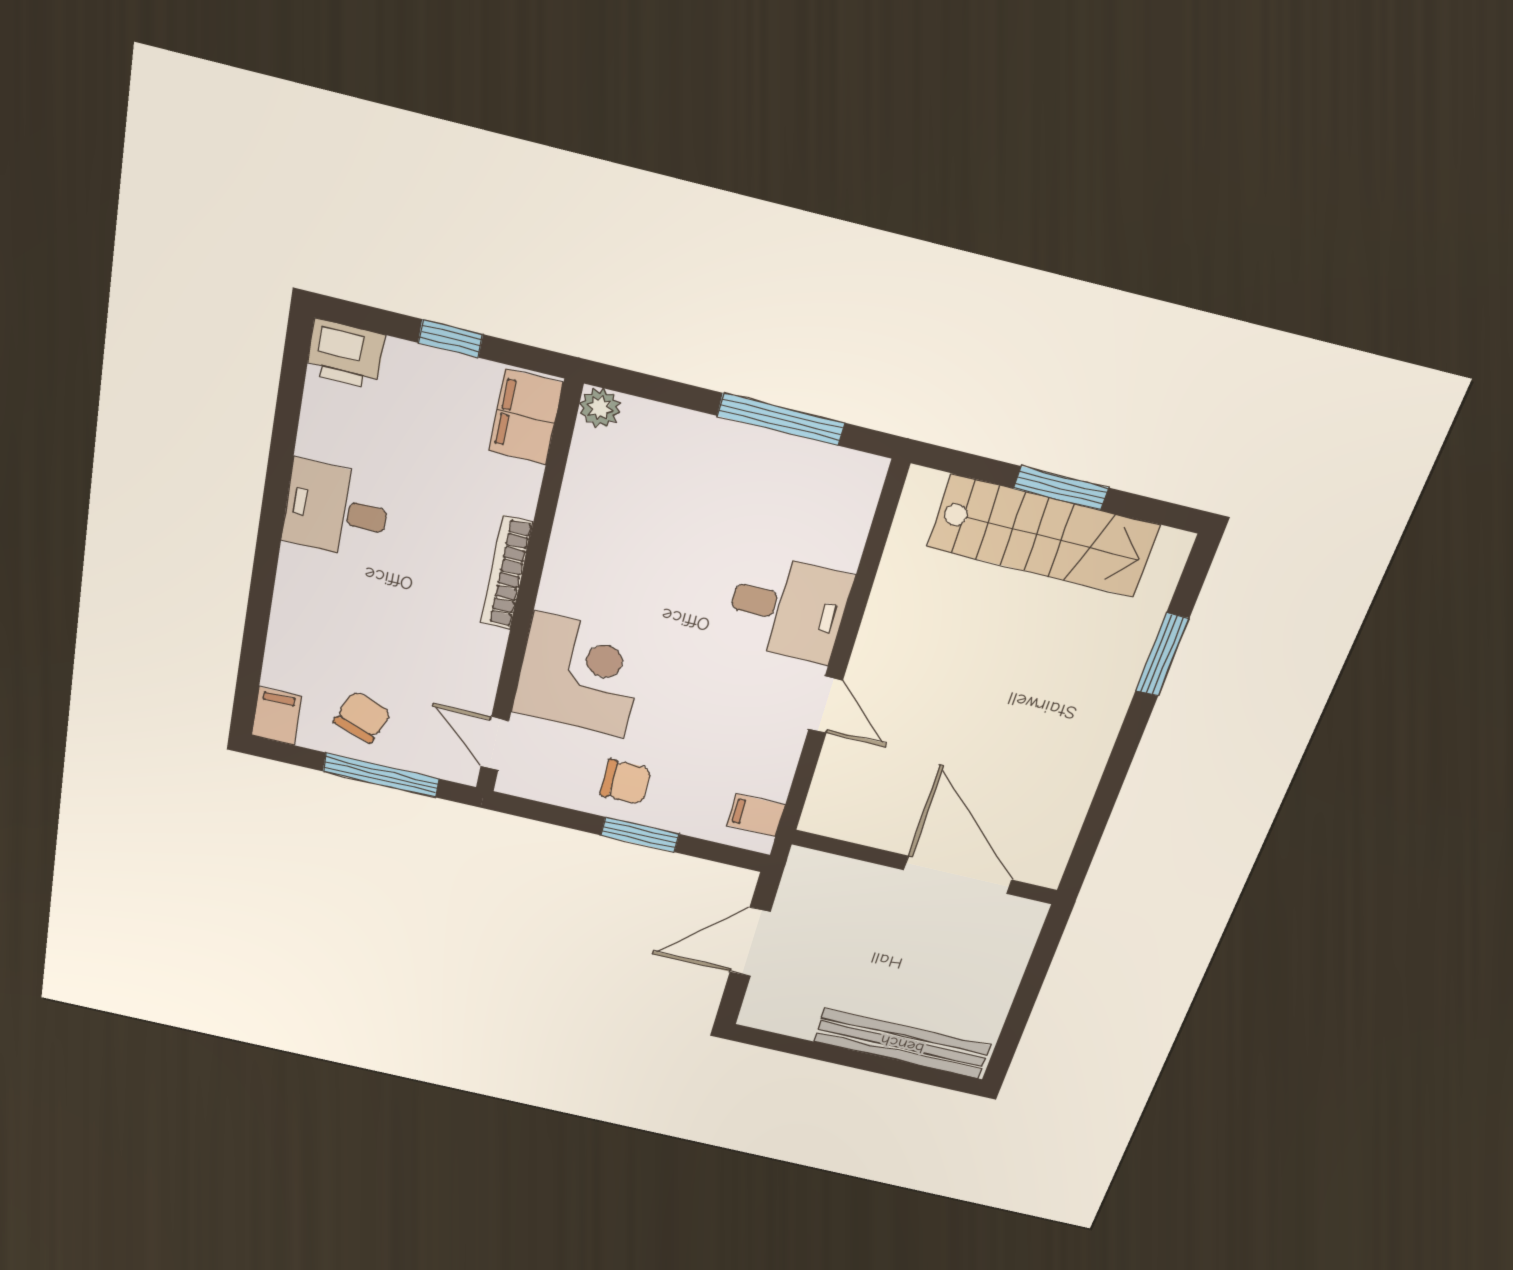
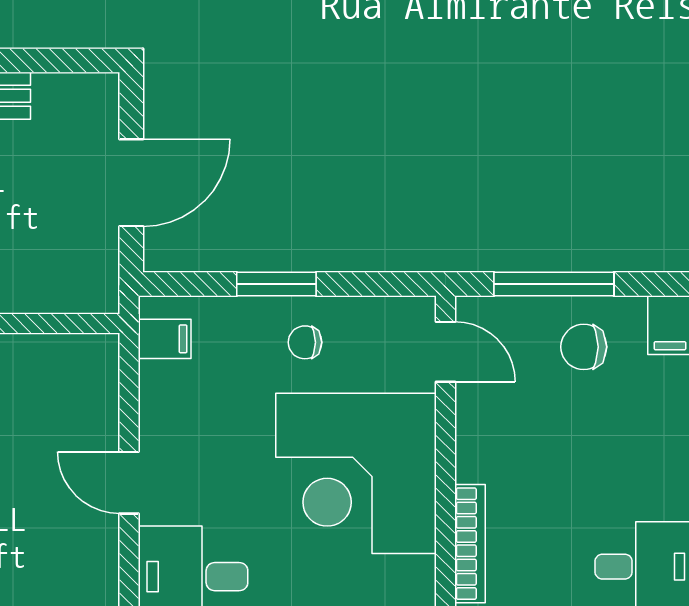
corner desk: (579, 675) -> (356, 473), width x1.36, depth x1.36
chair: (362, 717) -> (584, 347), turned 70
chair: (626, 782) -> (305, 342), width x0.73, depth x0.73

